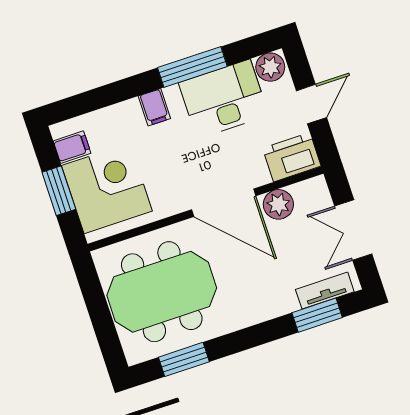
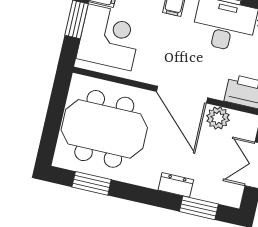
tv unit: (325, 291) -> (214, 195), removed
dresser: (277, 305) -> (176, 185), added

